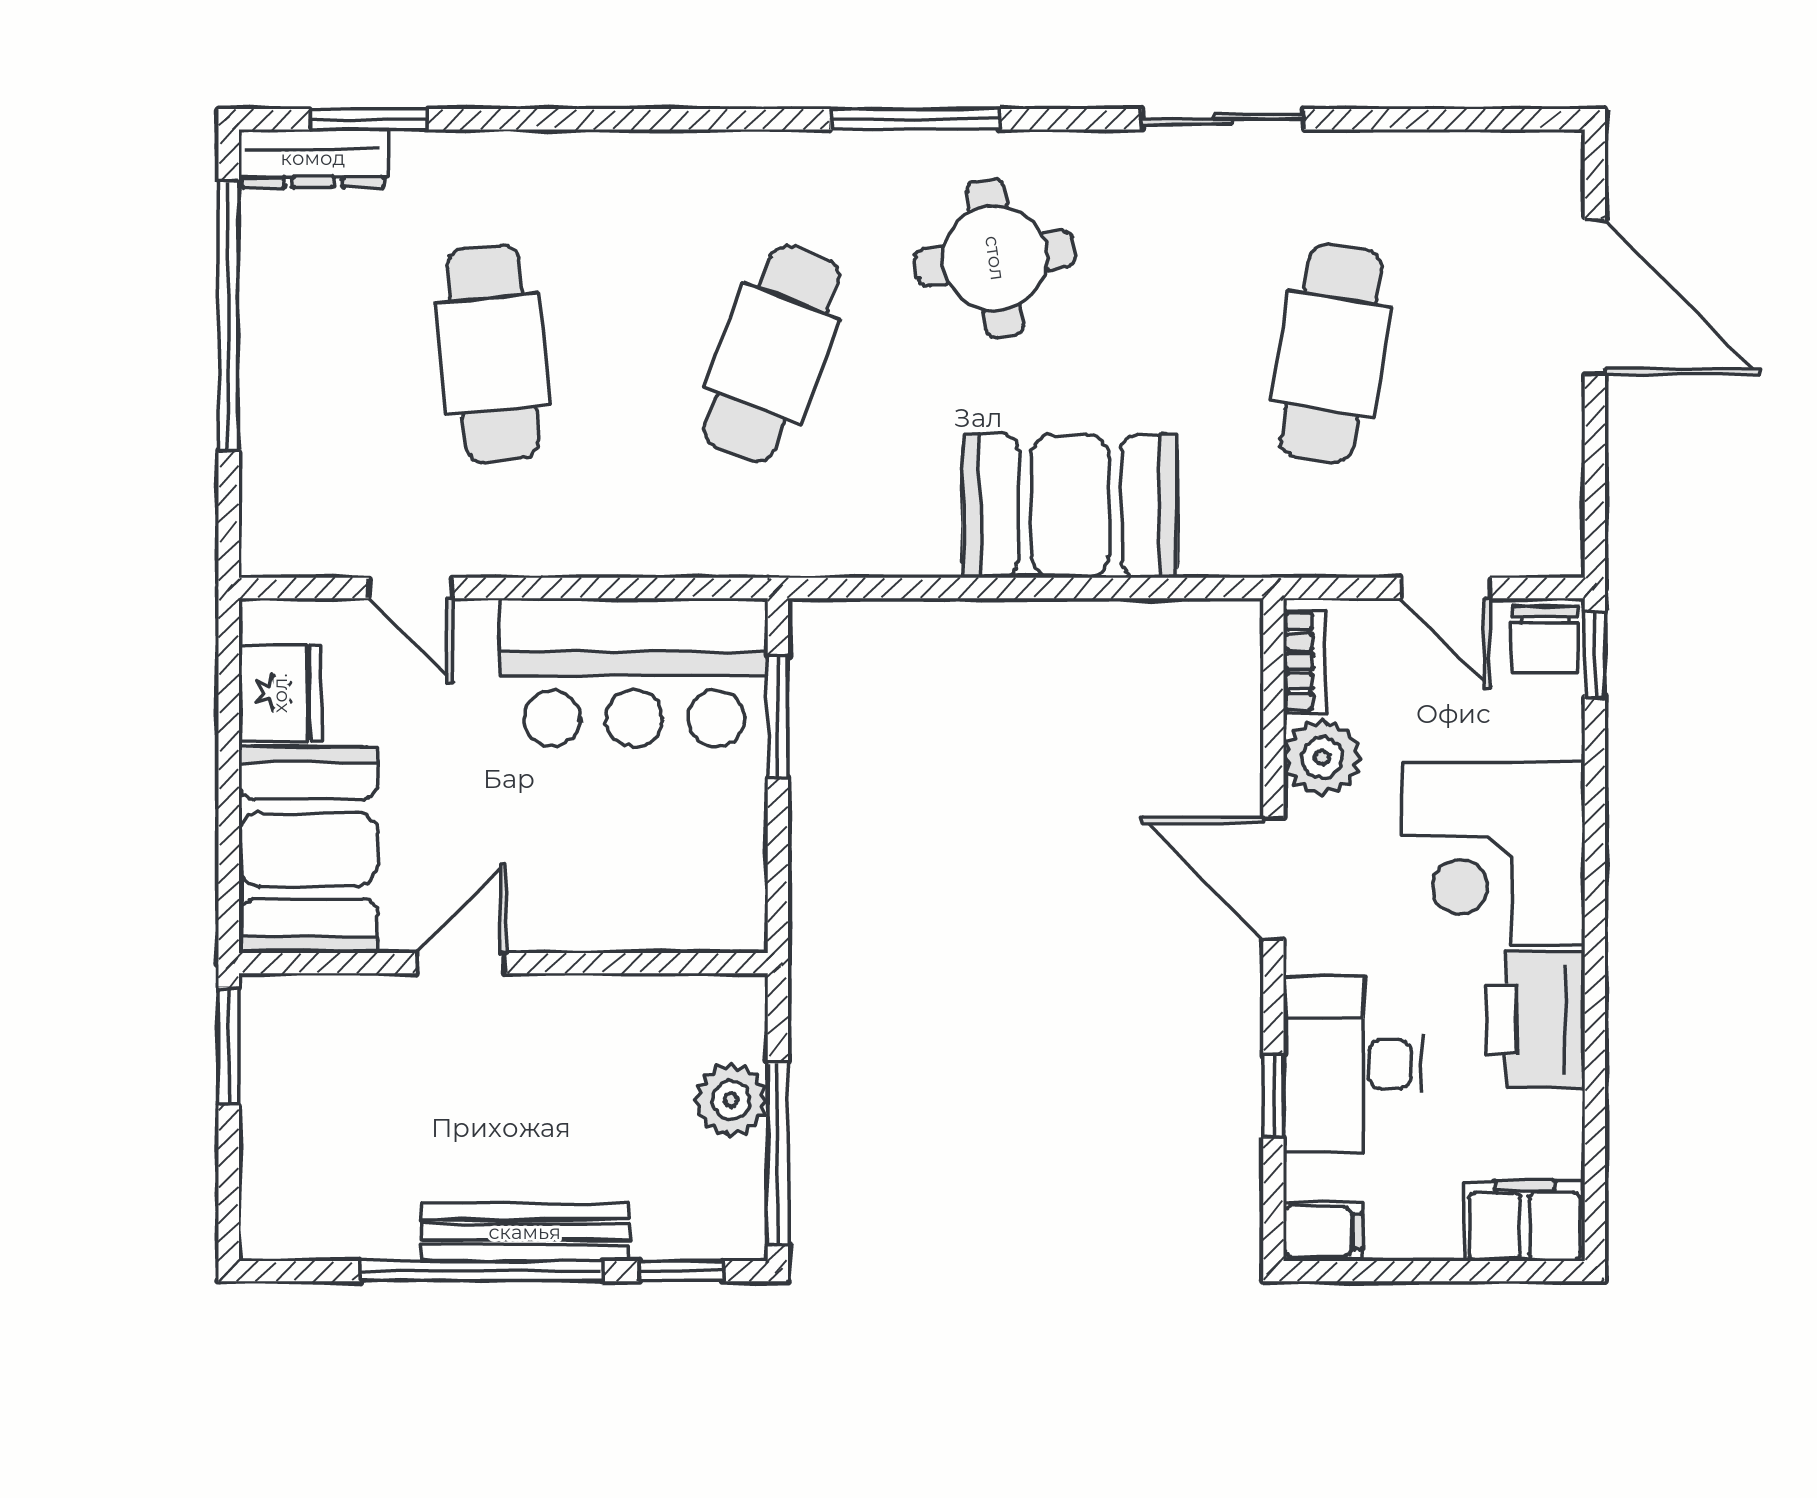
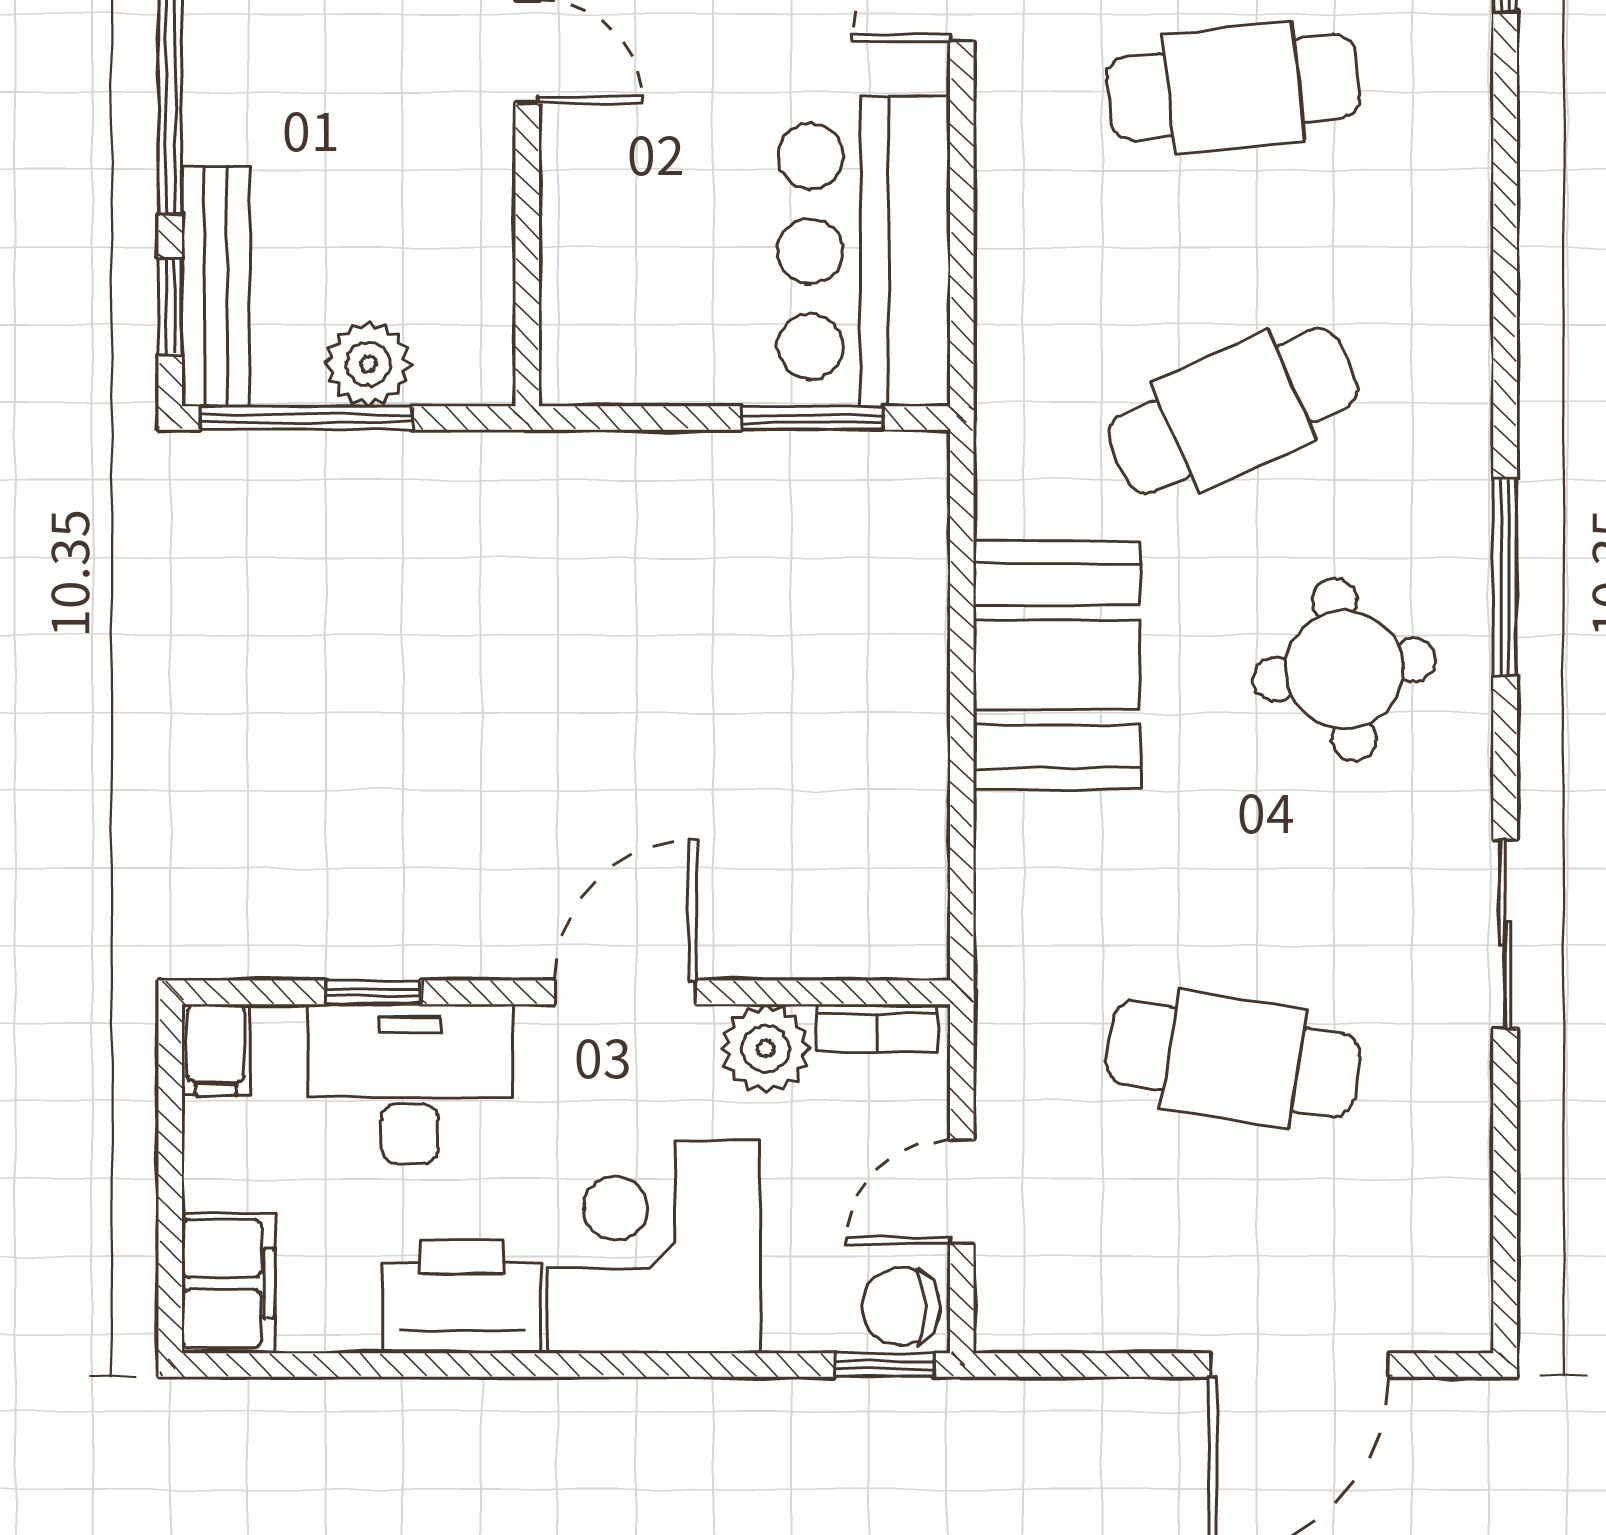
cafe table: (772, 354) -> (1233, 411), turned -45
booth: (1070, 506) -> (1057, 665), moved
bench: (525, 1232) -> (215, 286), moved

